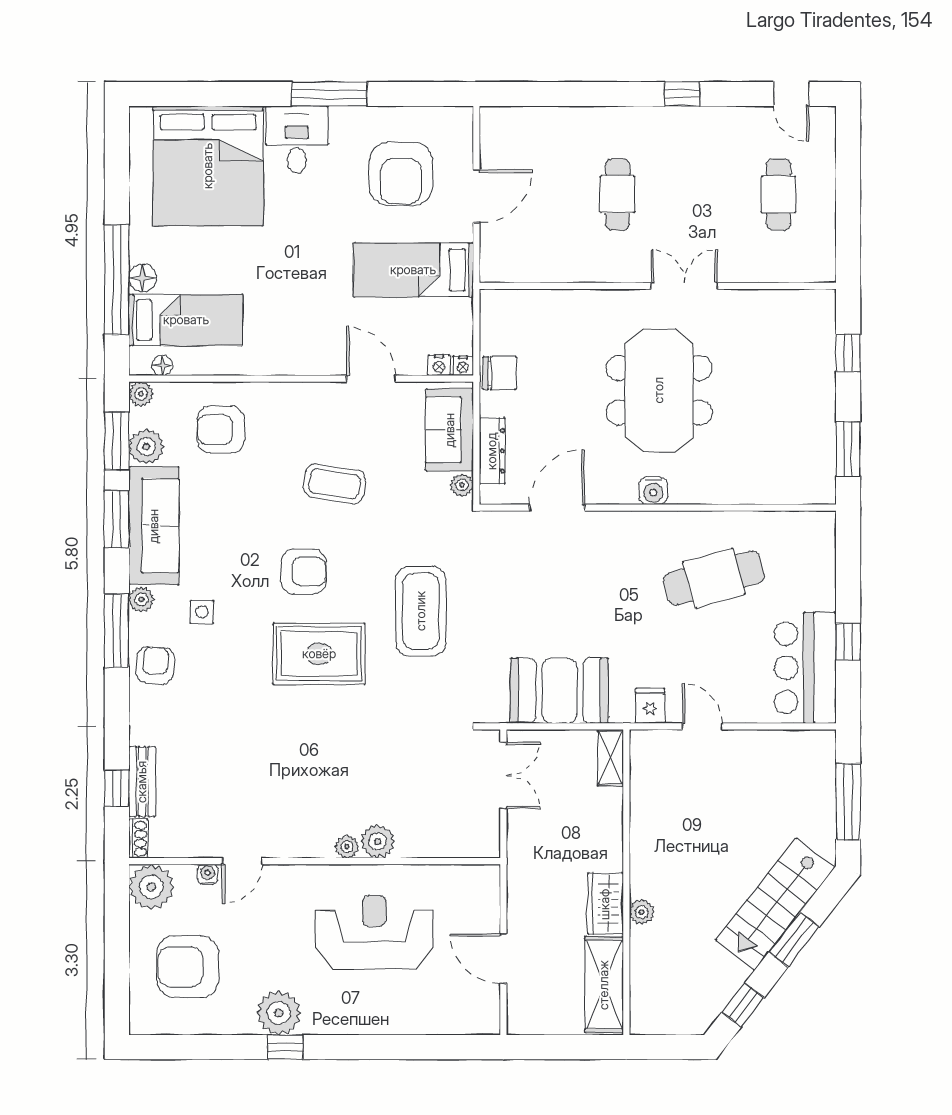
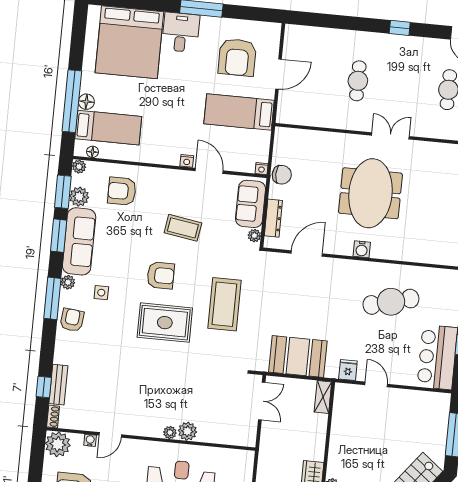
nightstand: (439, 365) -> (187, 161), moved

